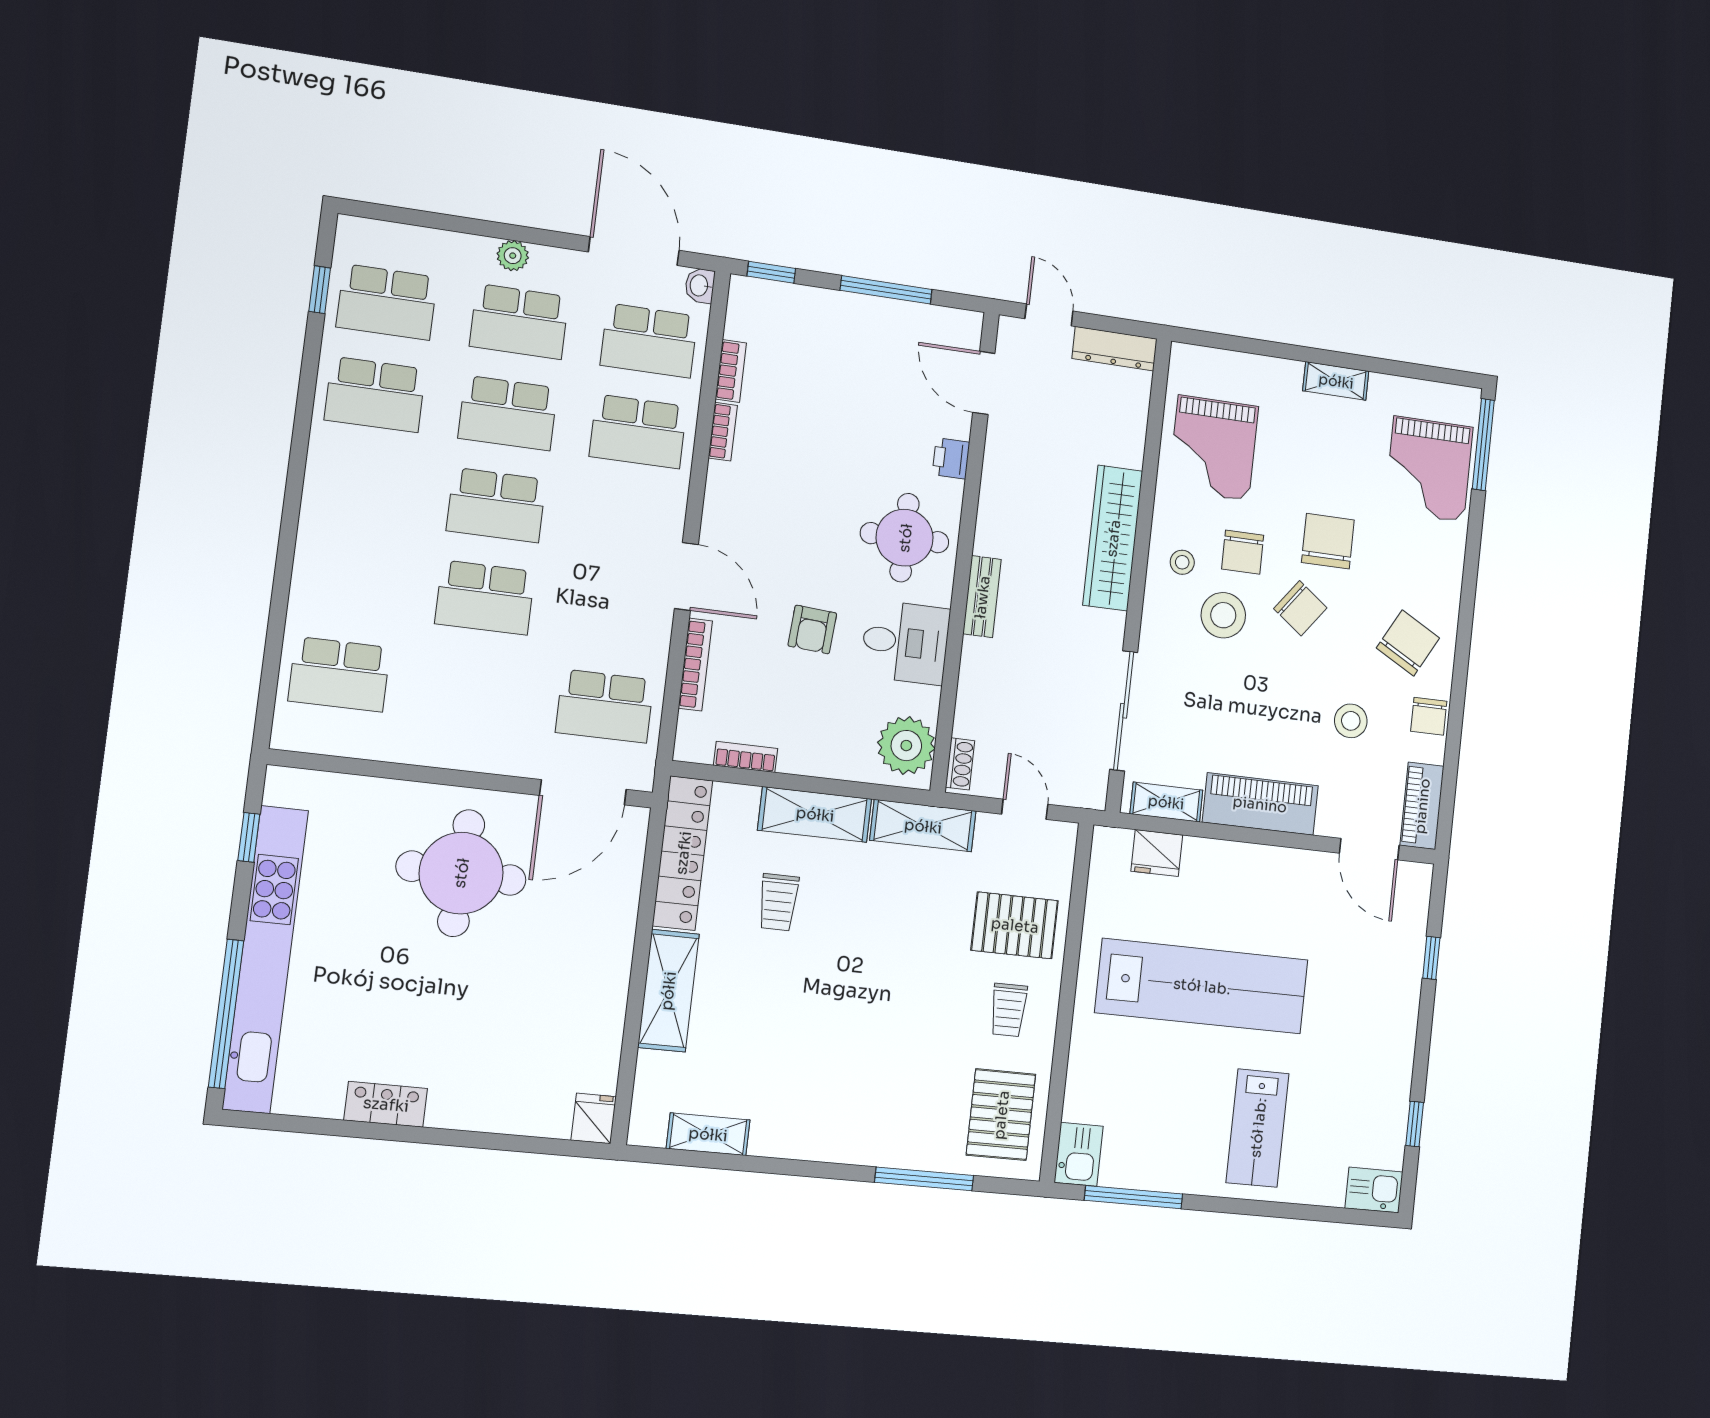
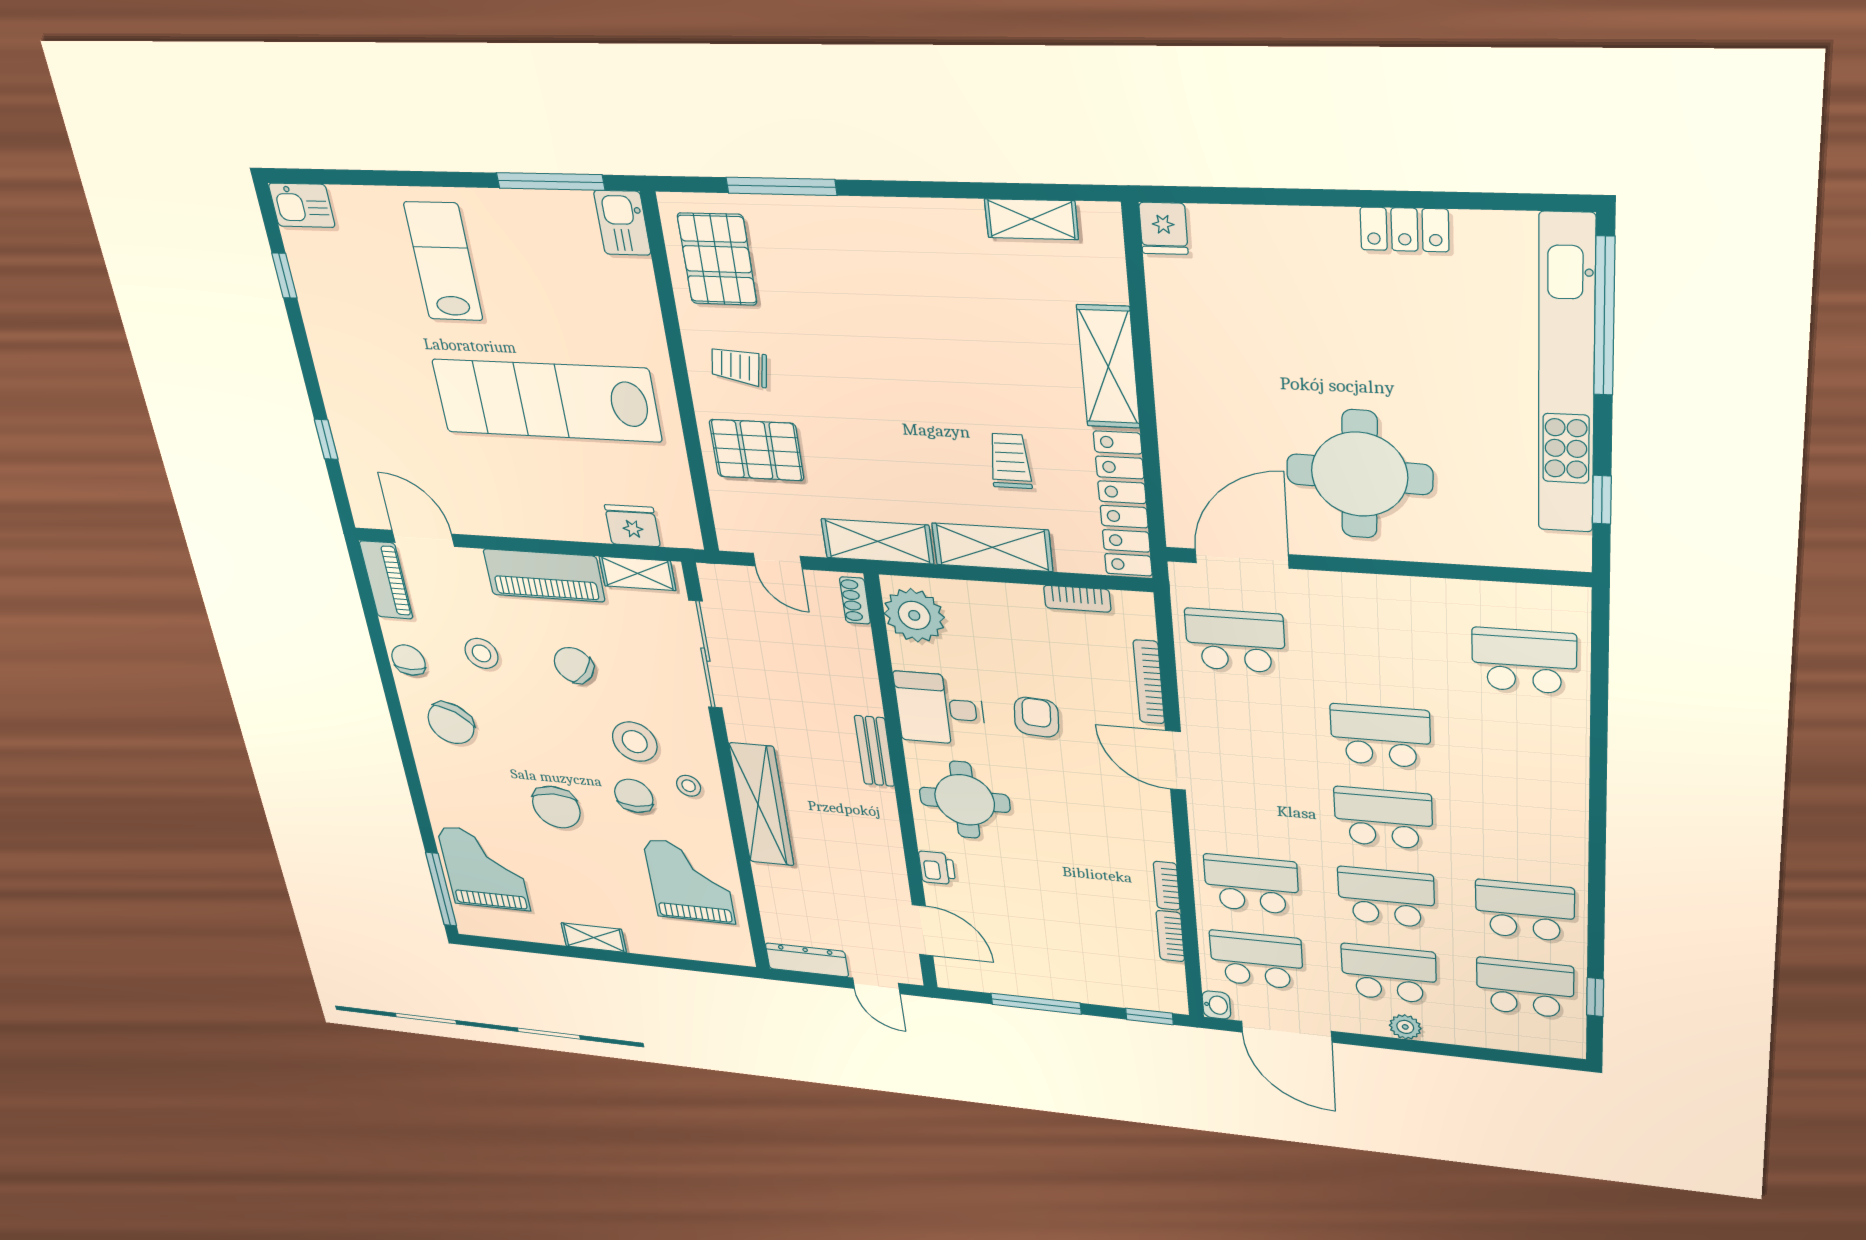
chair: (1300, 608) -> (574, 665), moved
trolley: (1008, 1010) -> (739, 366), turned -81

